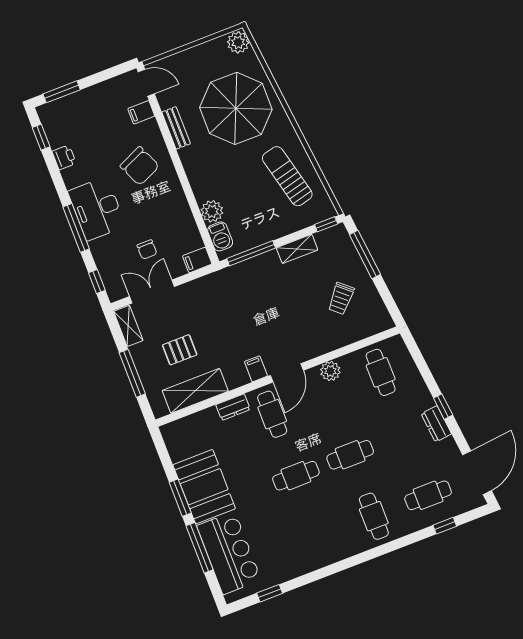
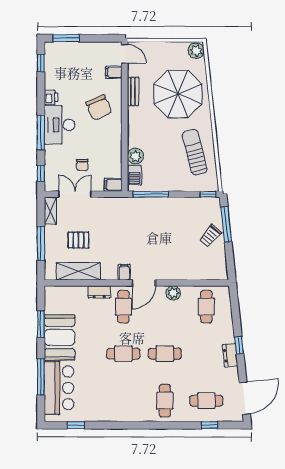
printer: (64, 157) -> (51, 97), moved
shelving: (297, 249) -> (182, 203), removed
trolley: (341, 298) -> (210, 236), moved
window: (180, 498) -> (41, 324), moved

